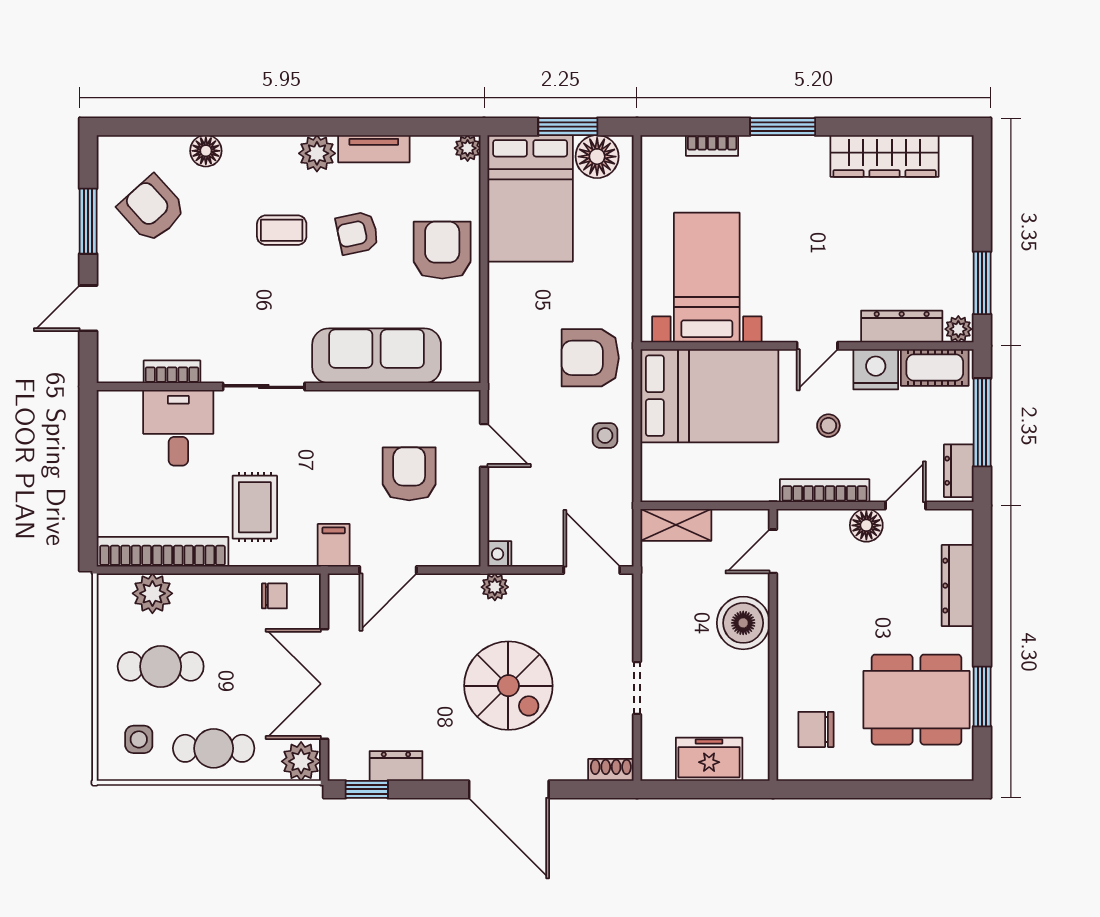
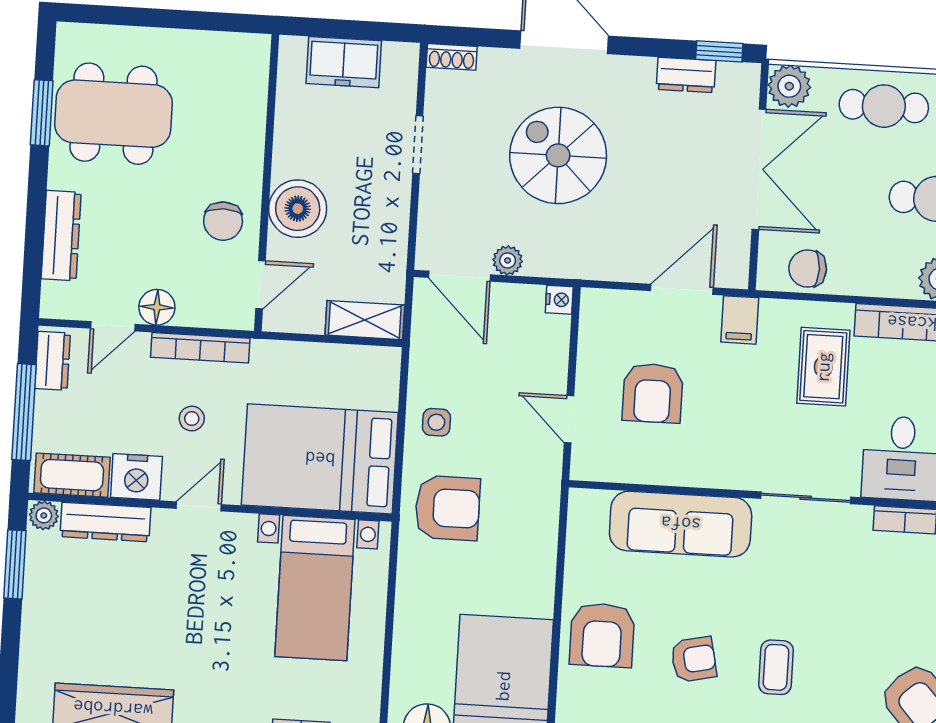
coffee table: (282, 230) -> (776, 667), turned 90
plant: (495, 587) -> (508, 260), moved
chair: (274, 596) -> (808, 269), width x1.37, depth x1.37
chair: (816, 729) -> (223, 221), moved, turned 90

